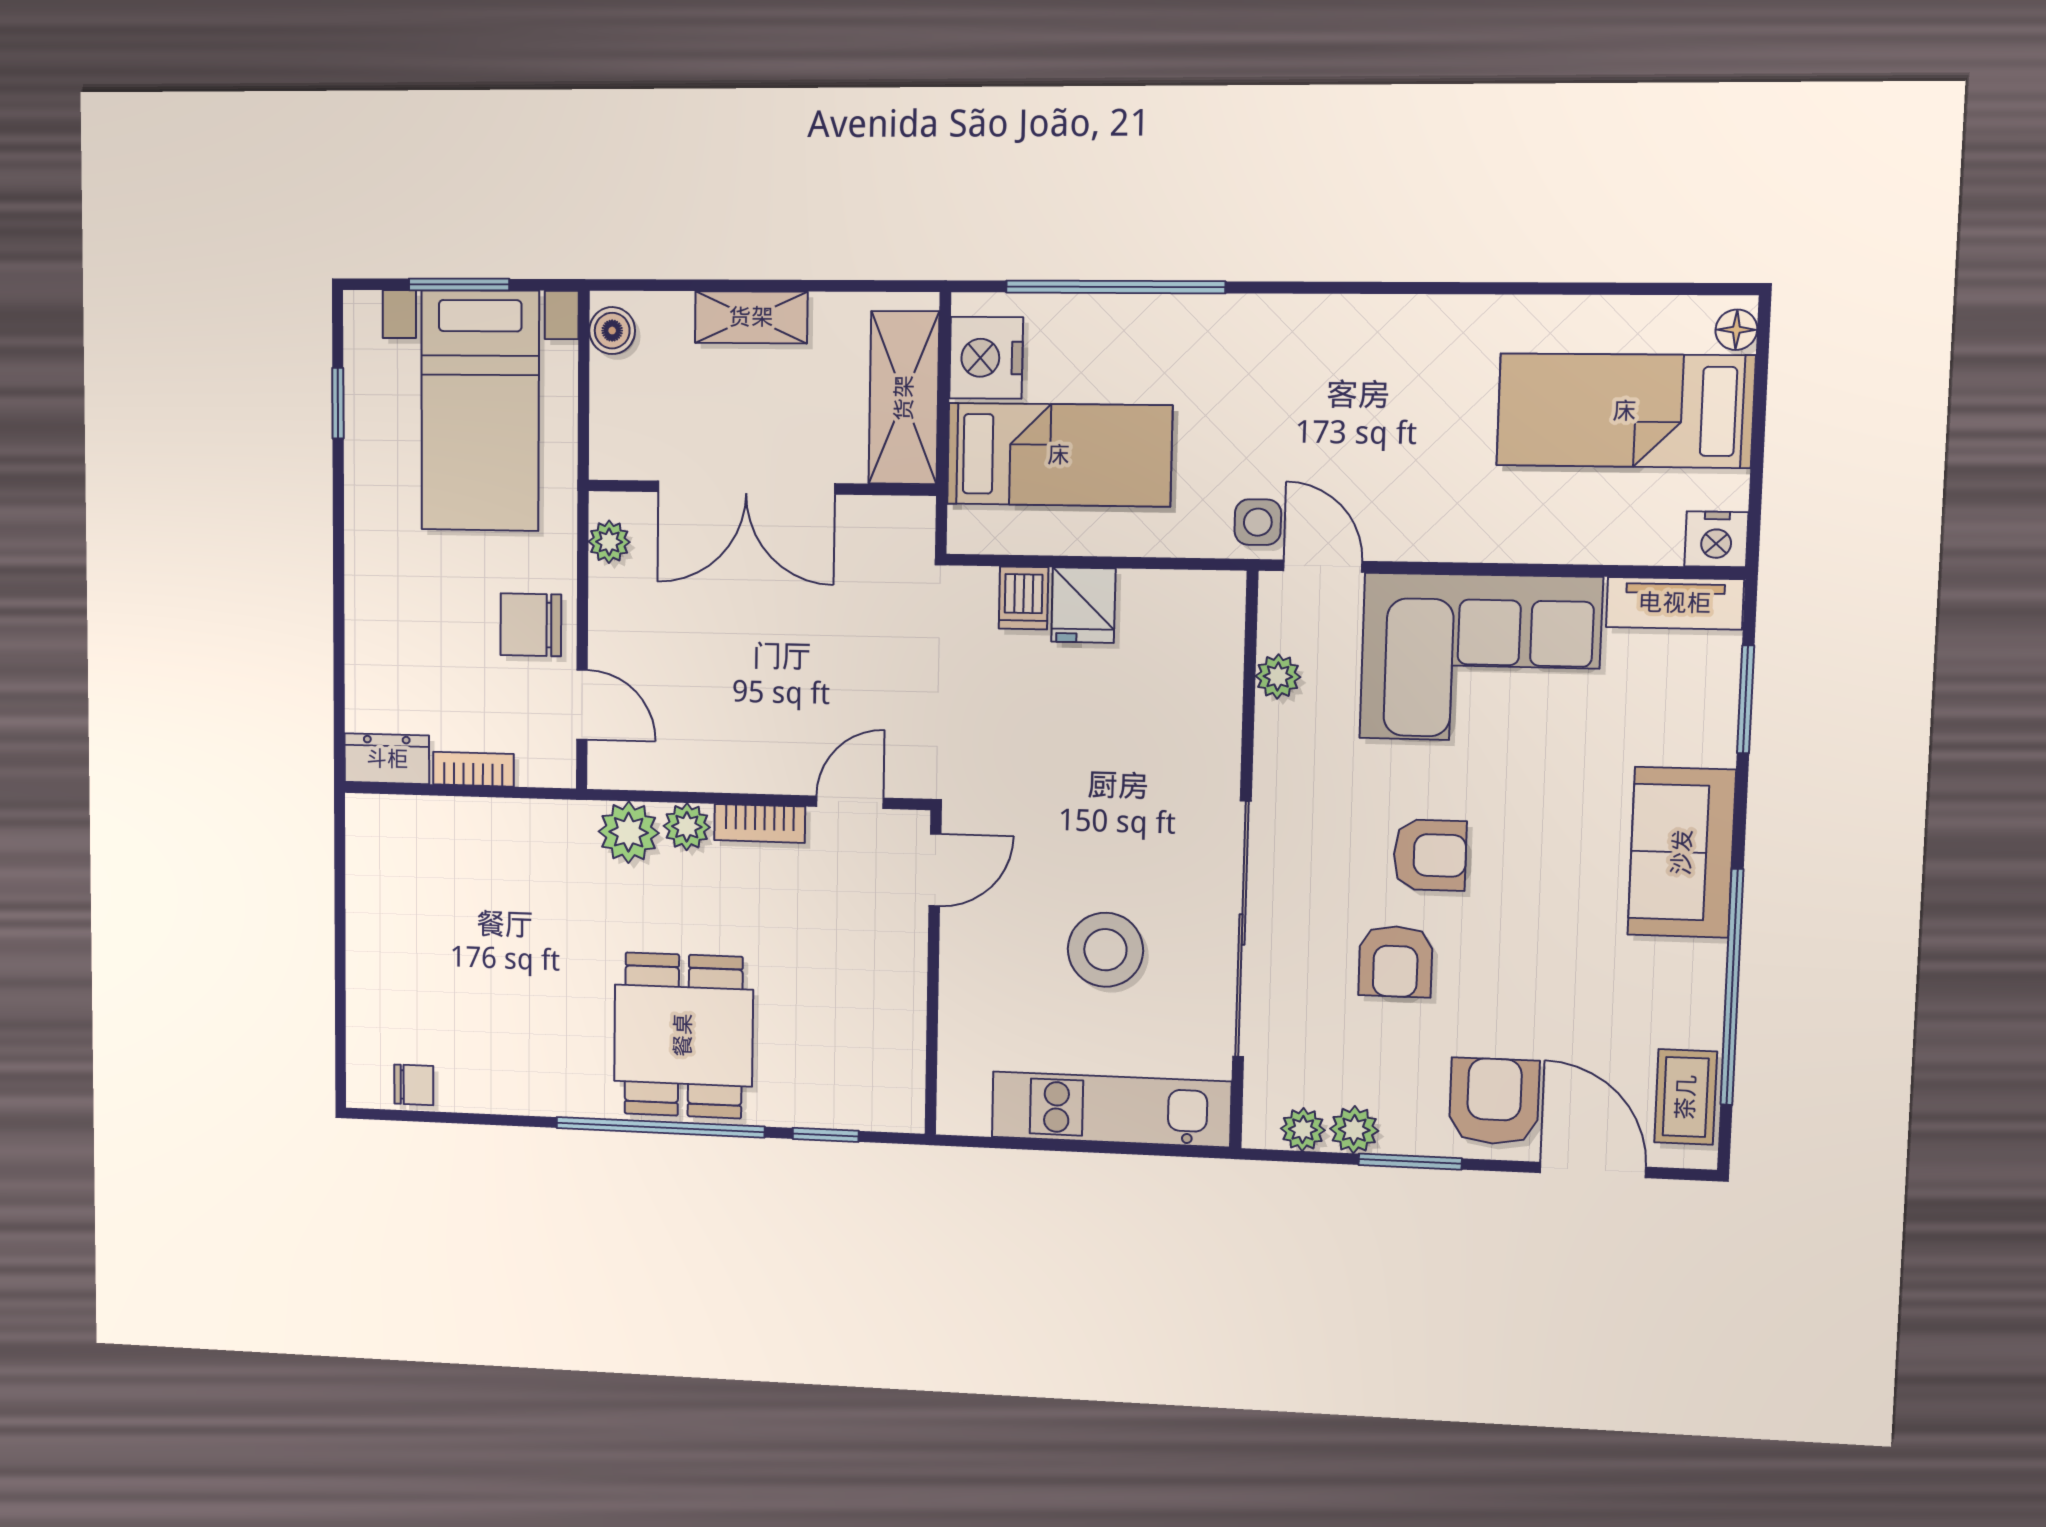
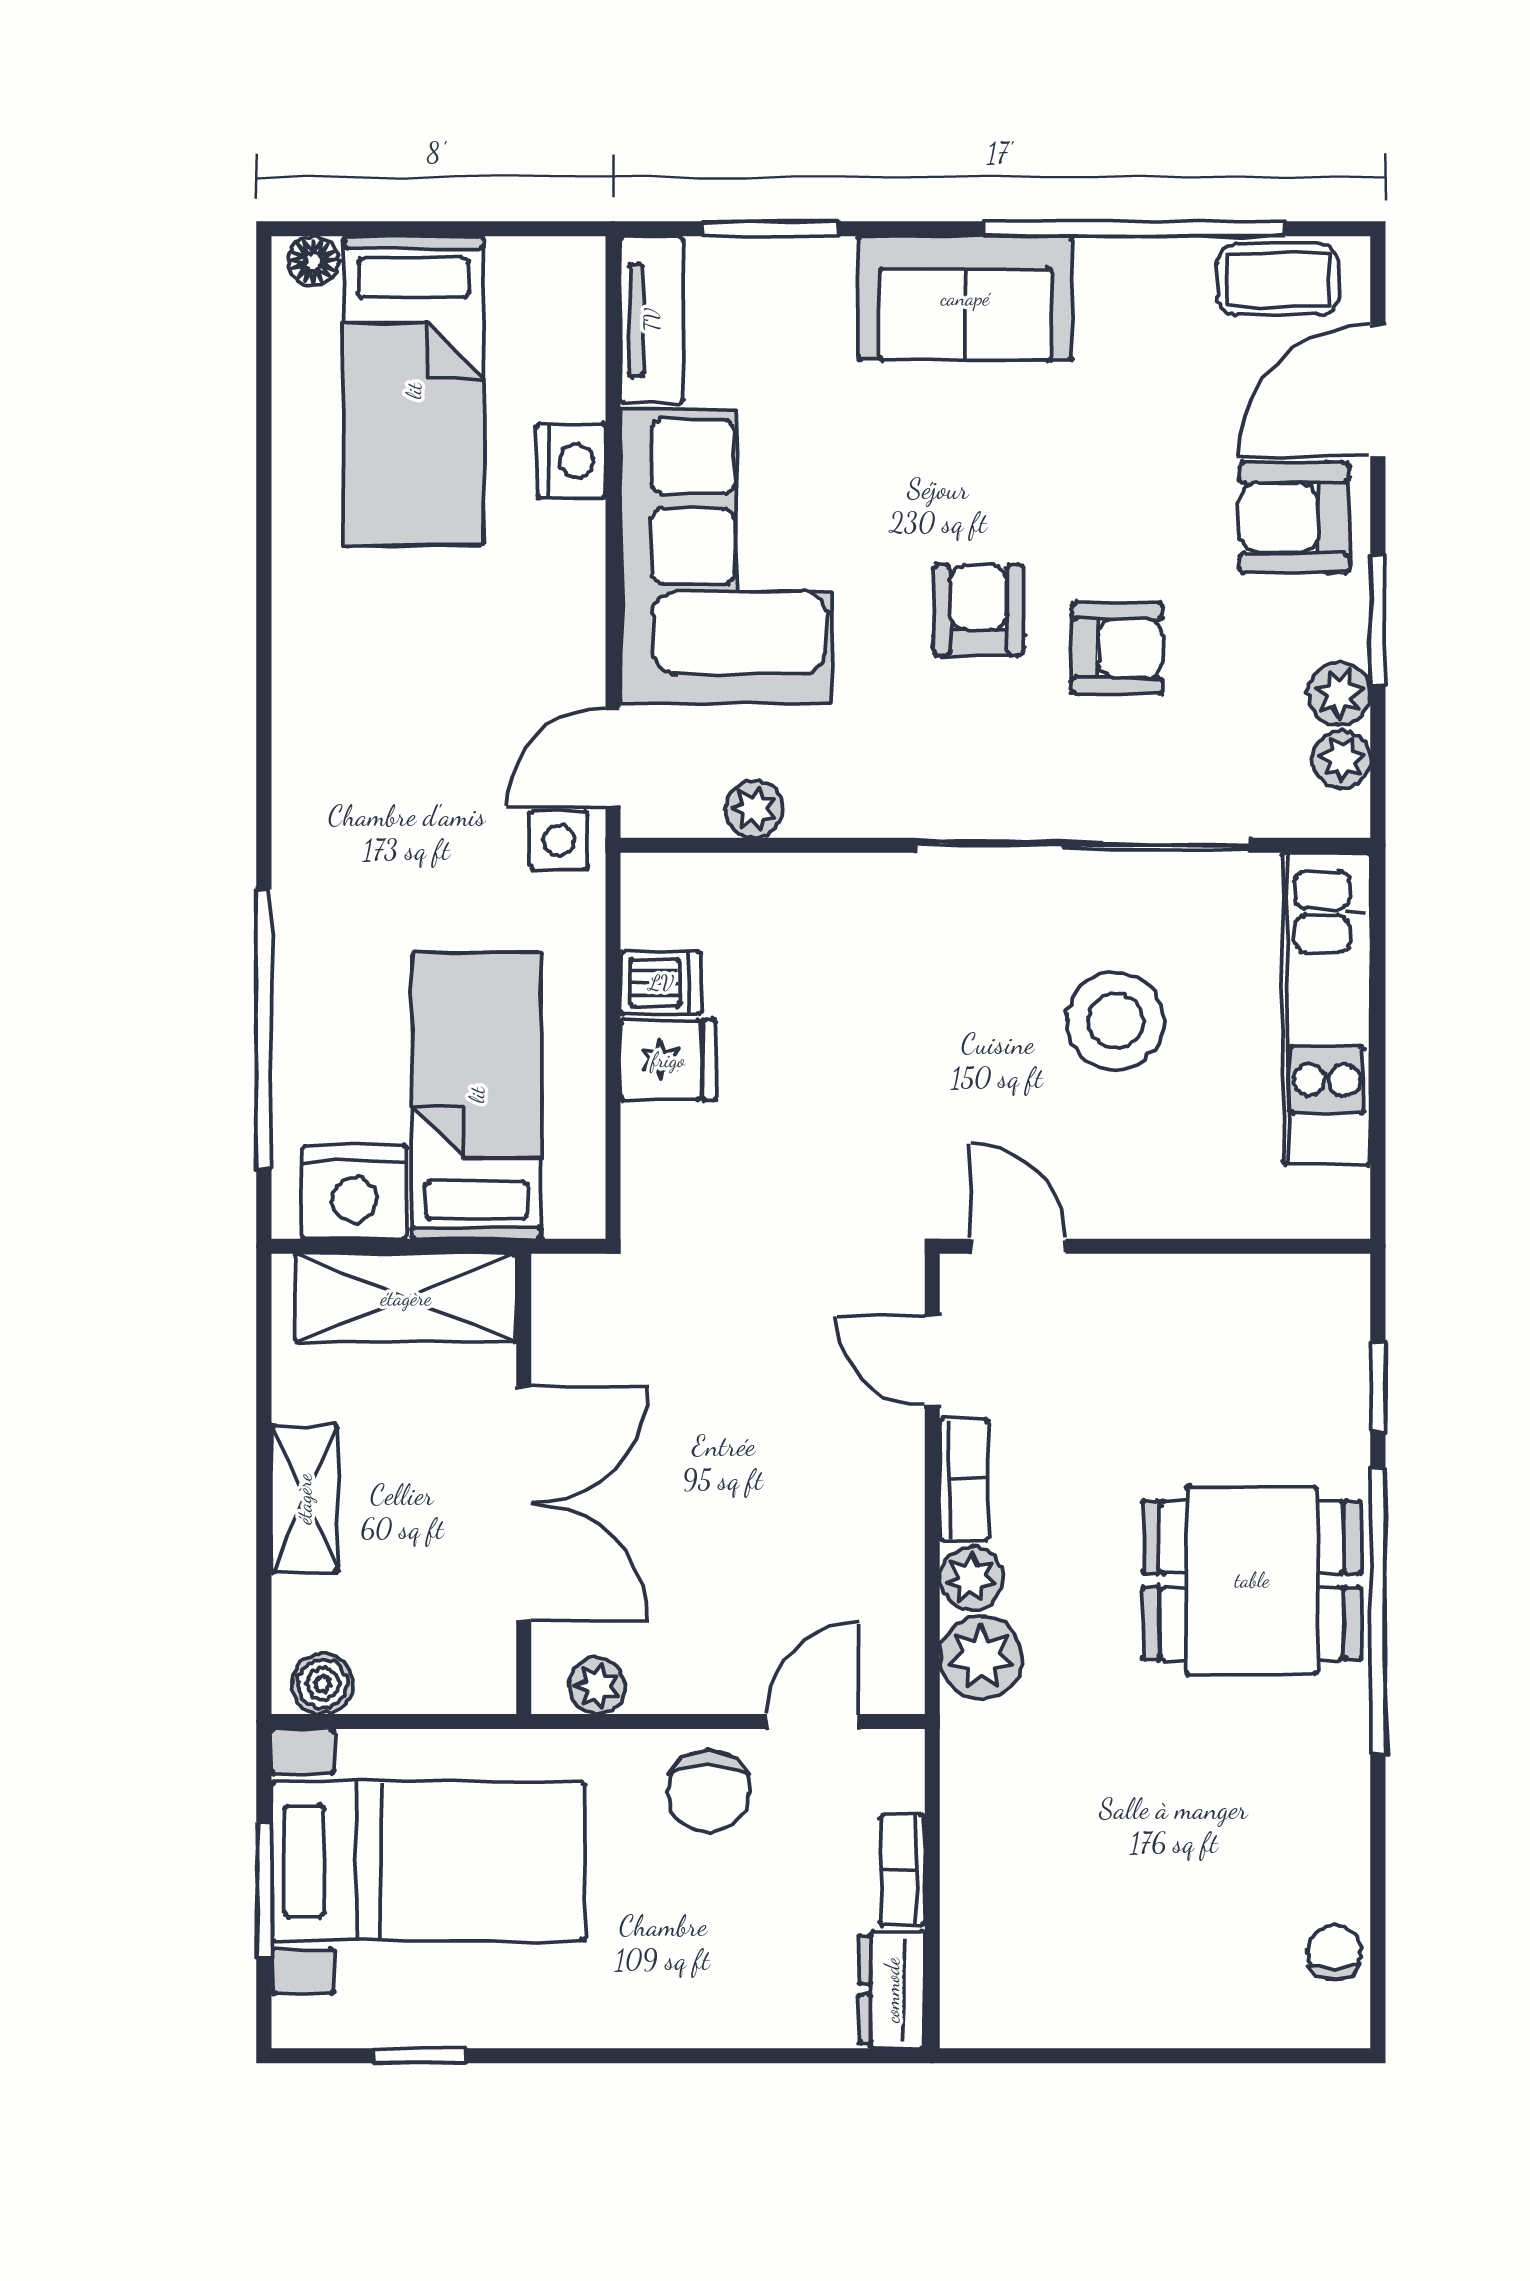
nightstand: (1716, 539) -> (571, 461), moved
dishwasher: (1024, 598) -> (661, 983), moved

